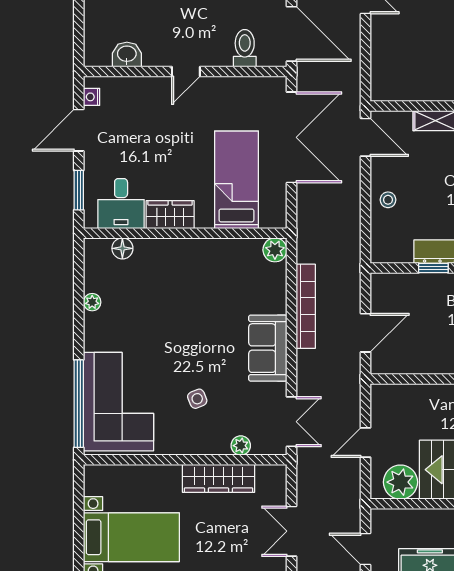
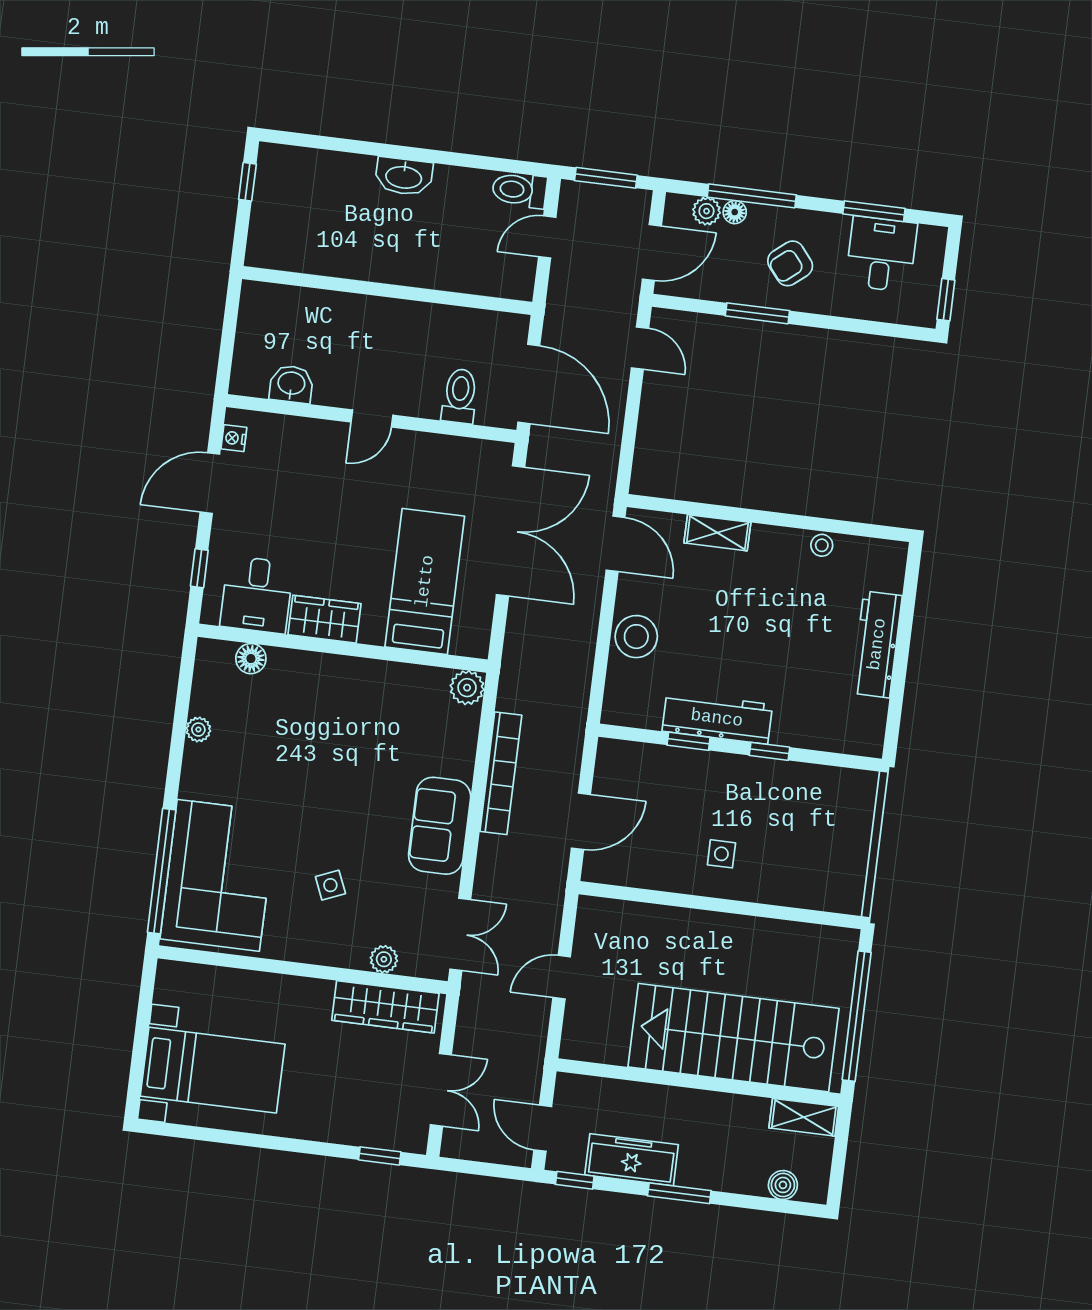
window: (79, 190) -> (199, 568), width x0.67
stool: (388, 200) -> (636, 637), width x1.89, depth x1.89
wardrobe: (218, 478) -> (385, 1007), moved
plant: (400, 482) -> (604, 1039), removed
double door: (292, 531) -> (441, 1090), swing flipped

